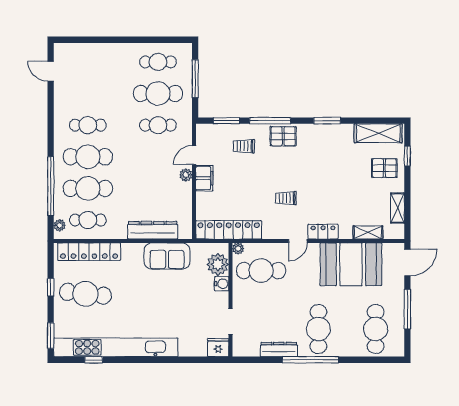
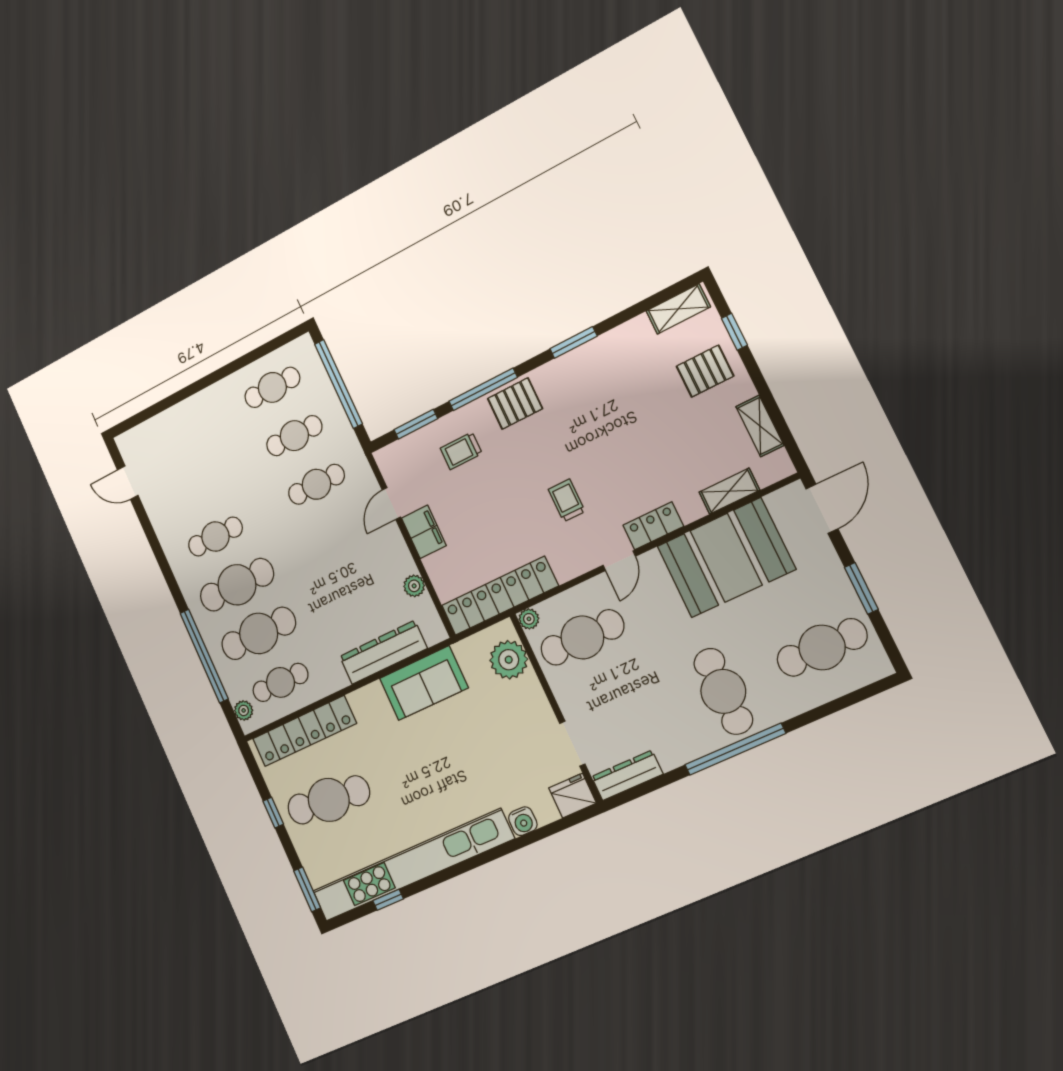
window: (195, 79) -> (338, 384), width x1.46
cafe table: (158, 94) -> (294, 436), width x0.73, depth x0.74
shelving: (378, 133) -> (678, 309), width x0.67, depth x0.75
plant: (186, 175) -> (414, 586), moved
trolley: (286, 198) -> (567, 500), turned 90
water cooler: (222, 284) -> (523, 821), moved, turned 90
window: (407, 309) -> (861, 588), width x0.69
cafe table: (376, 329) -> (822, 647), turned 90
dresser: (279, 349) -> (627, 775), moved

